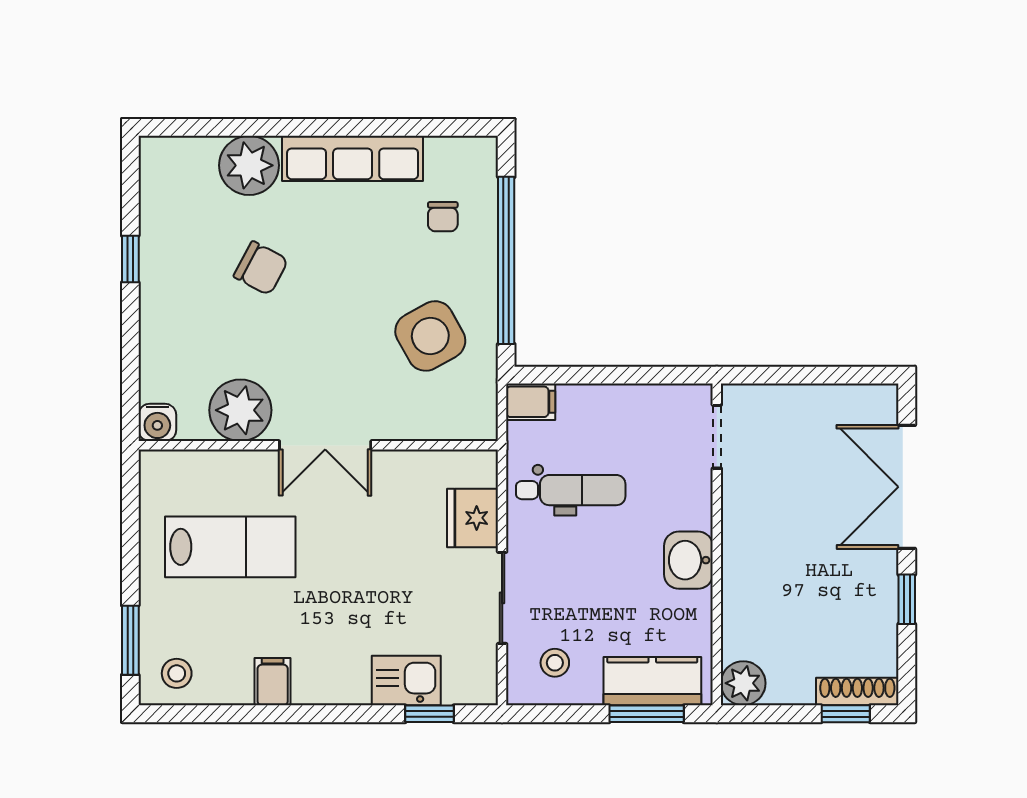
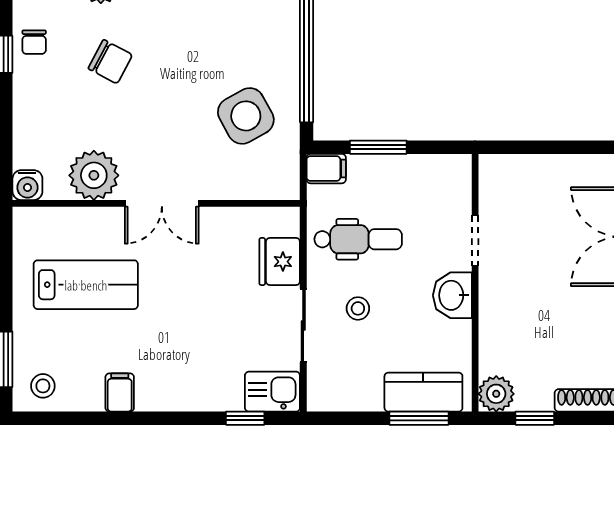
chair: (443, 217) -> (34, 42), moved
window: (596, 375) -> (378, 147), added
doorway: (717, 437) -> (475, 241), moved
stool: (555, 663) -> (358, 308), moved
kitchen sink: (406, 681) -> (272, 392), moved
window: (846, 714) -> (535, 418), moved

